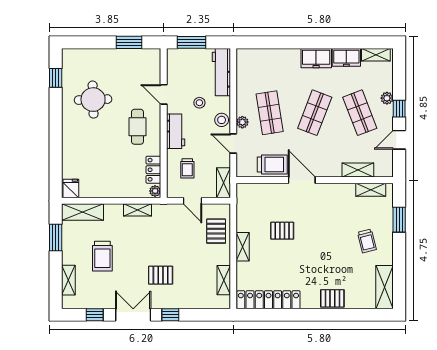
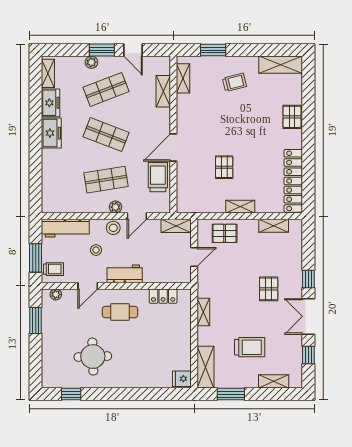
window: (399, 109) -> (102, 50), width x1.50
trolley: (187, 168) -> (53, 269), moved
plant: (155, 191) -> (56, 294), moved

